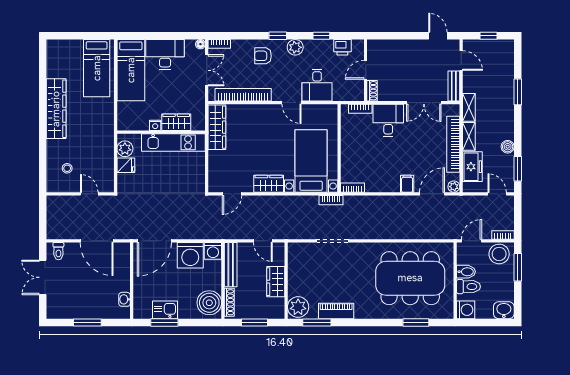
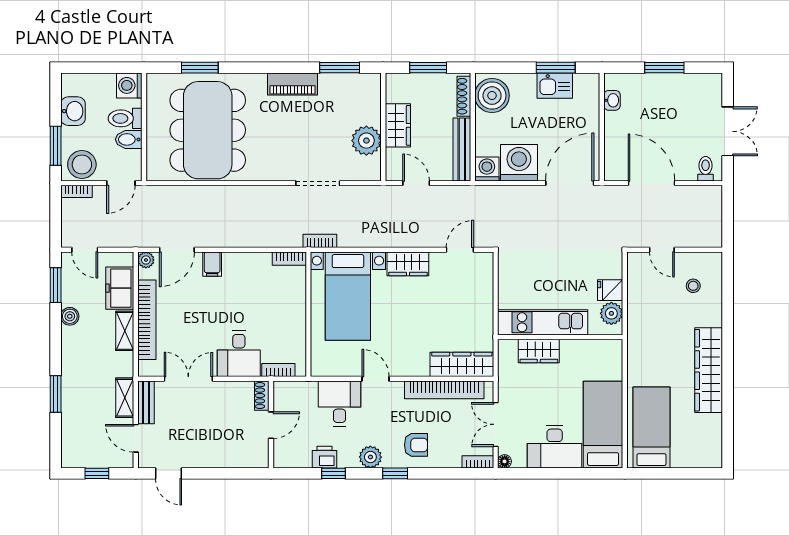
printer: (342, 47) -> (324, 457), moved
shelving: (469, 107) -> (125, 398), moved
nightstand: (155, 125) -> (569, 347), removed
wardrobe: (217, 127) -> (462, 364), moved, turned 90
dining table: (410, 278) -> (208, 130), turned 90
plant: (298, 307) -> (366, 141), moved
washbasin: (504, 310) -> (73, 111), moved, turned -90
piano: (336, 311) -> (292, 84), moved

